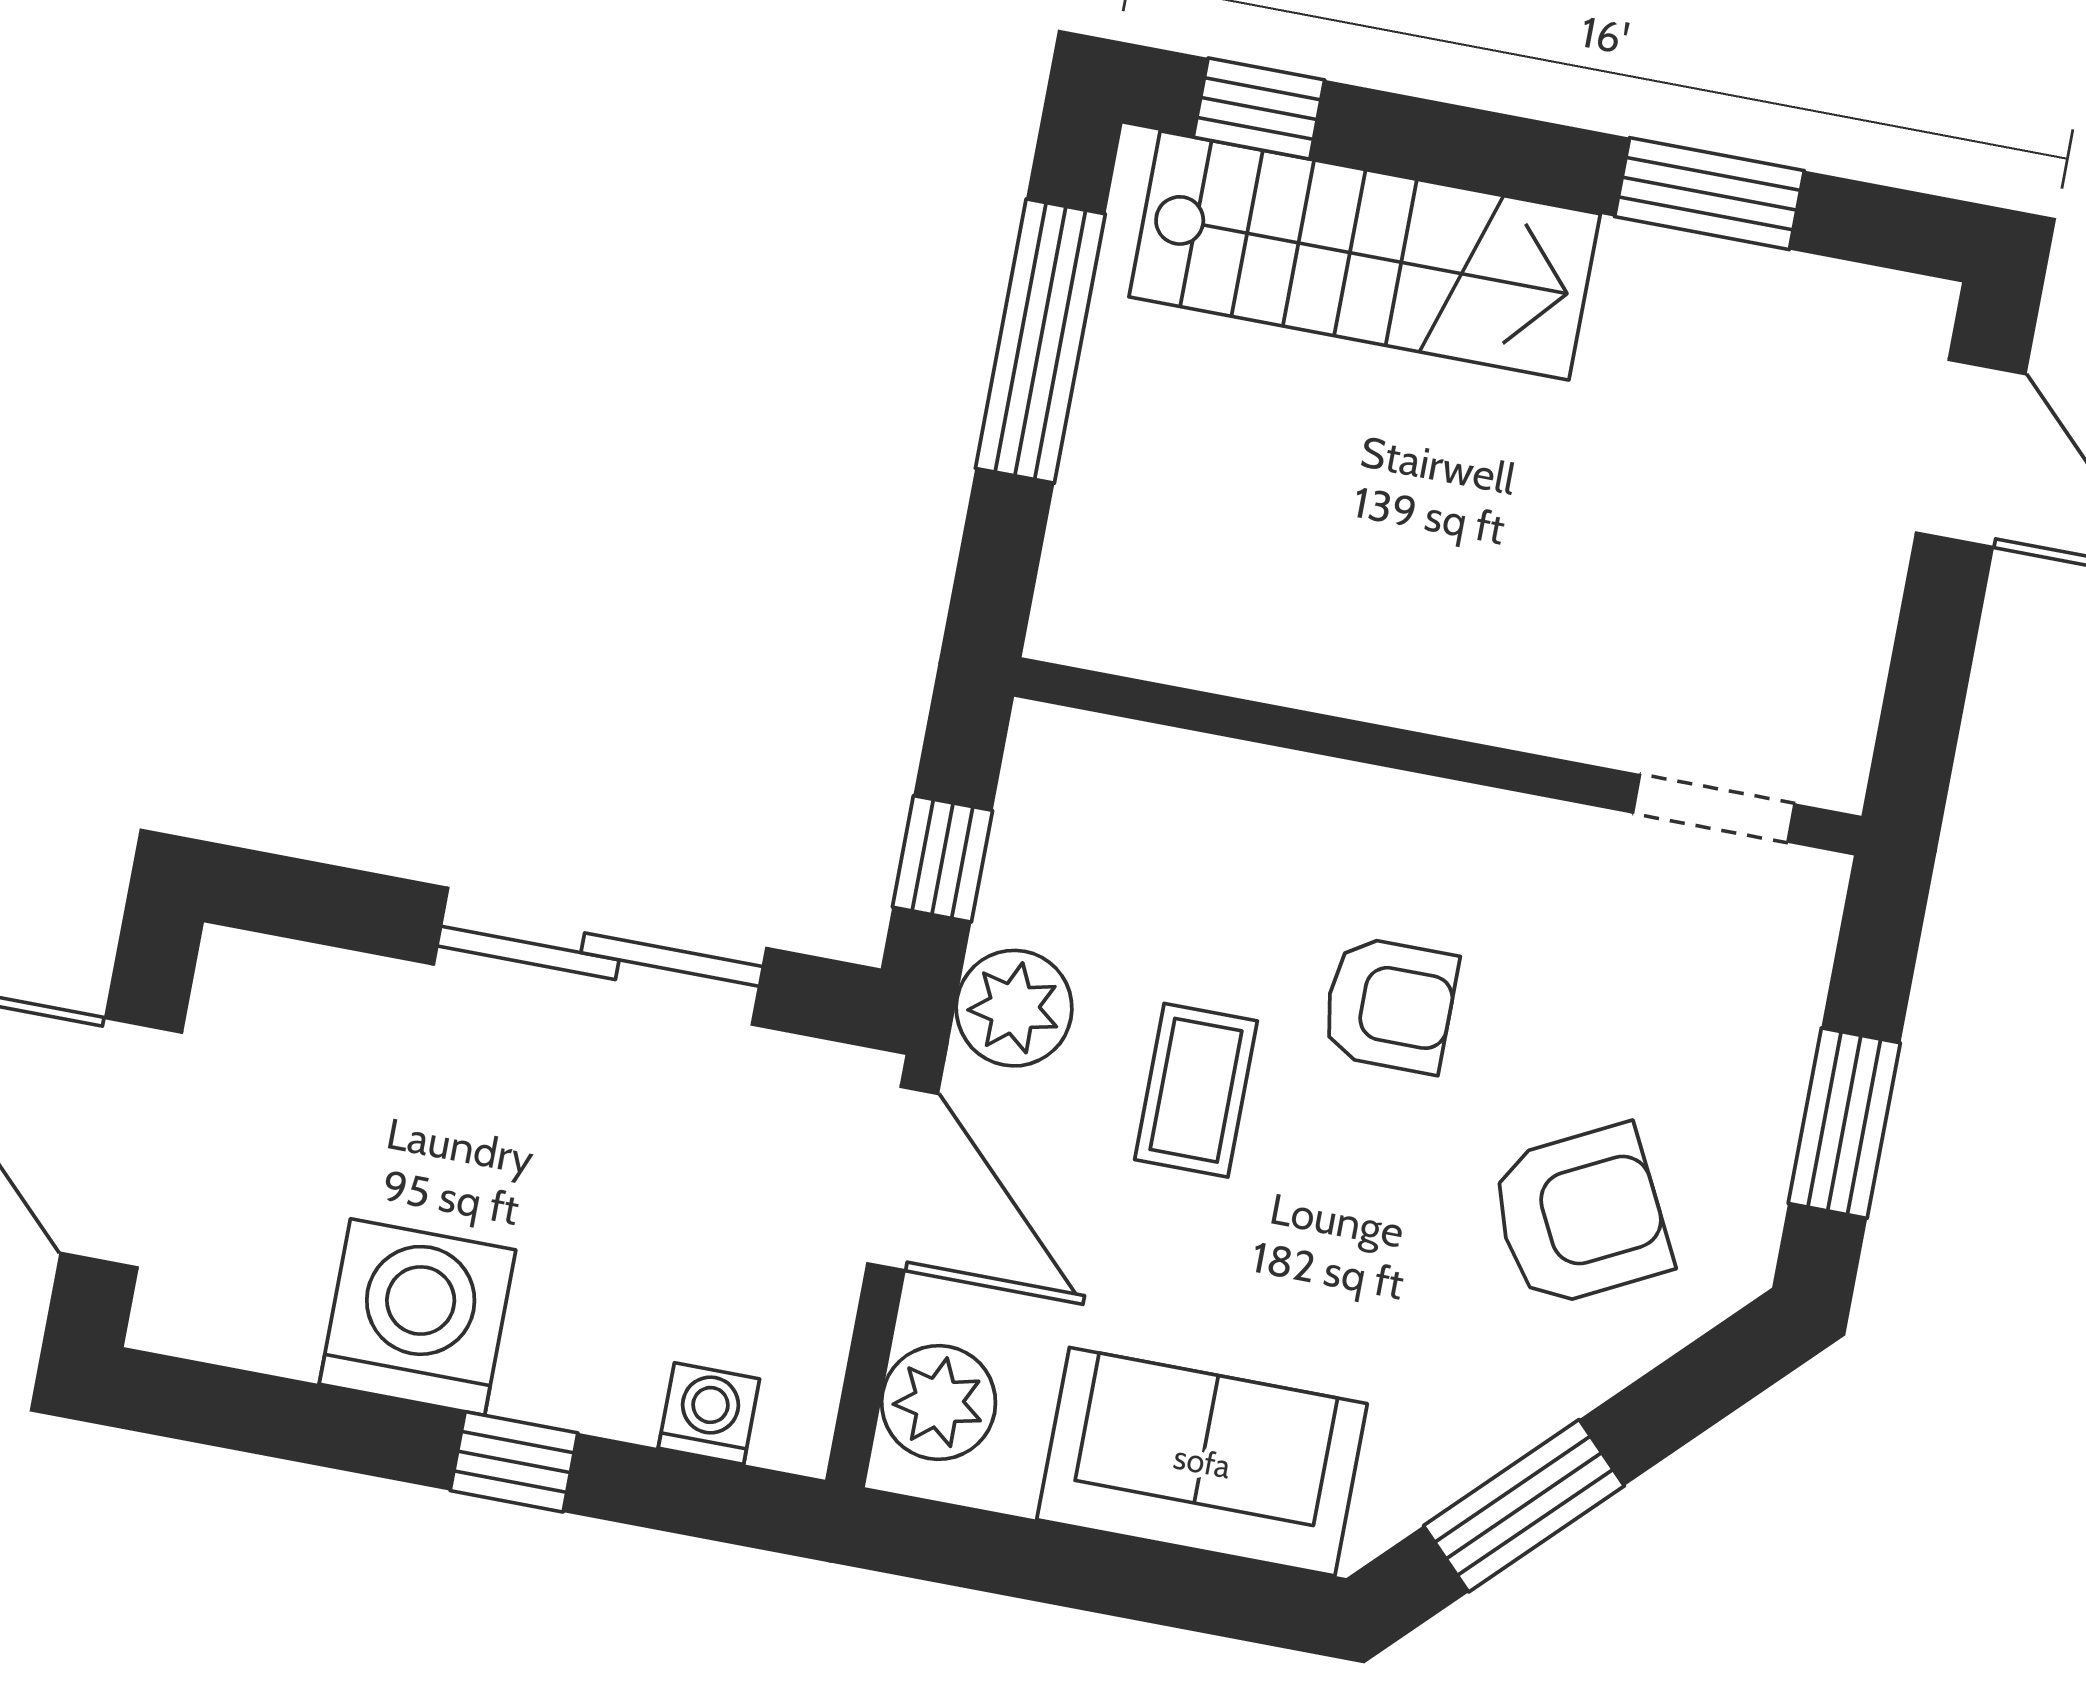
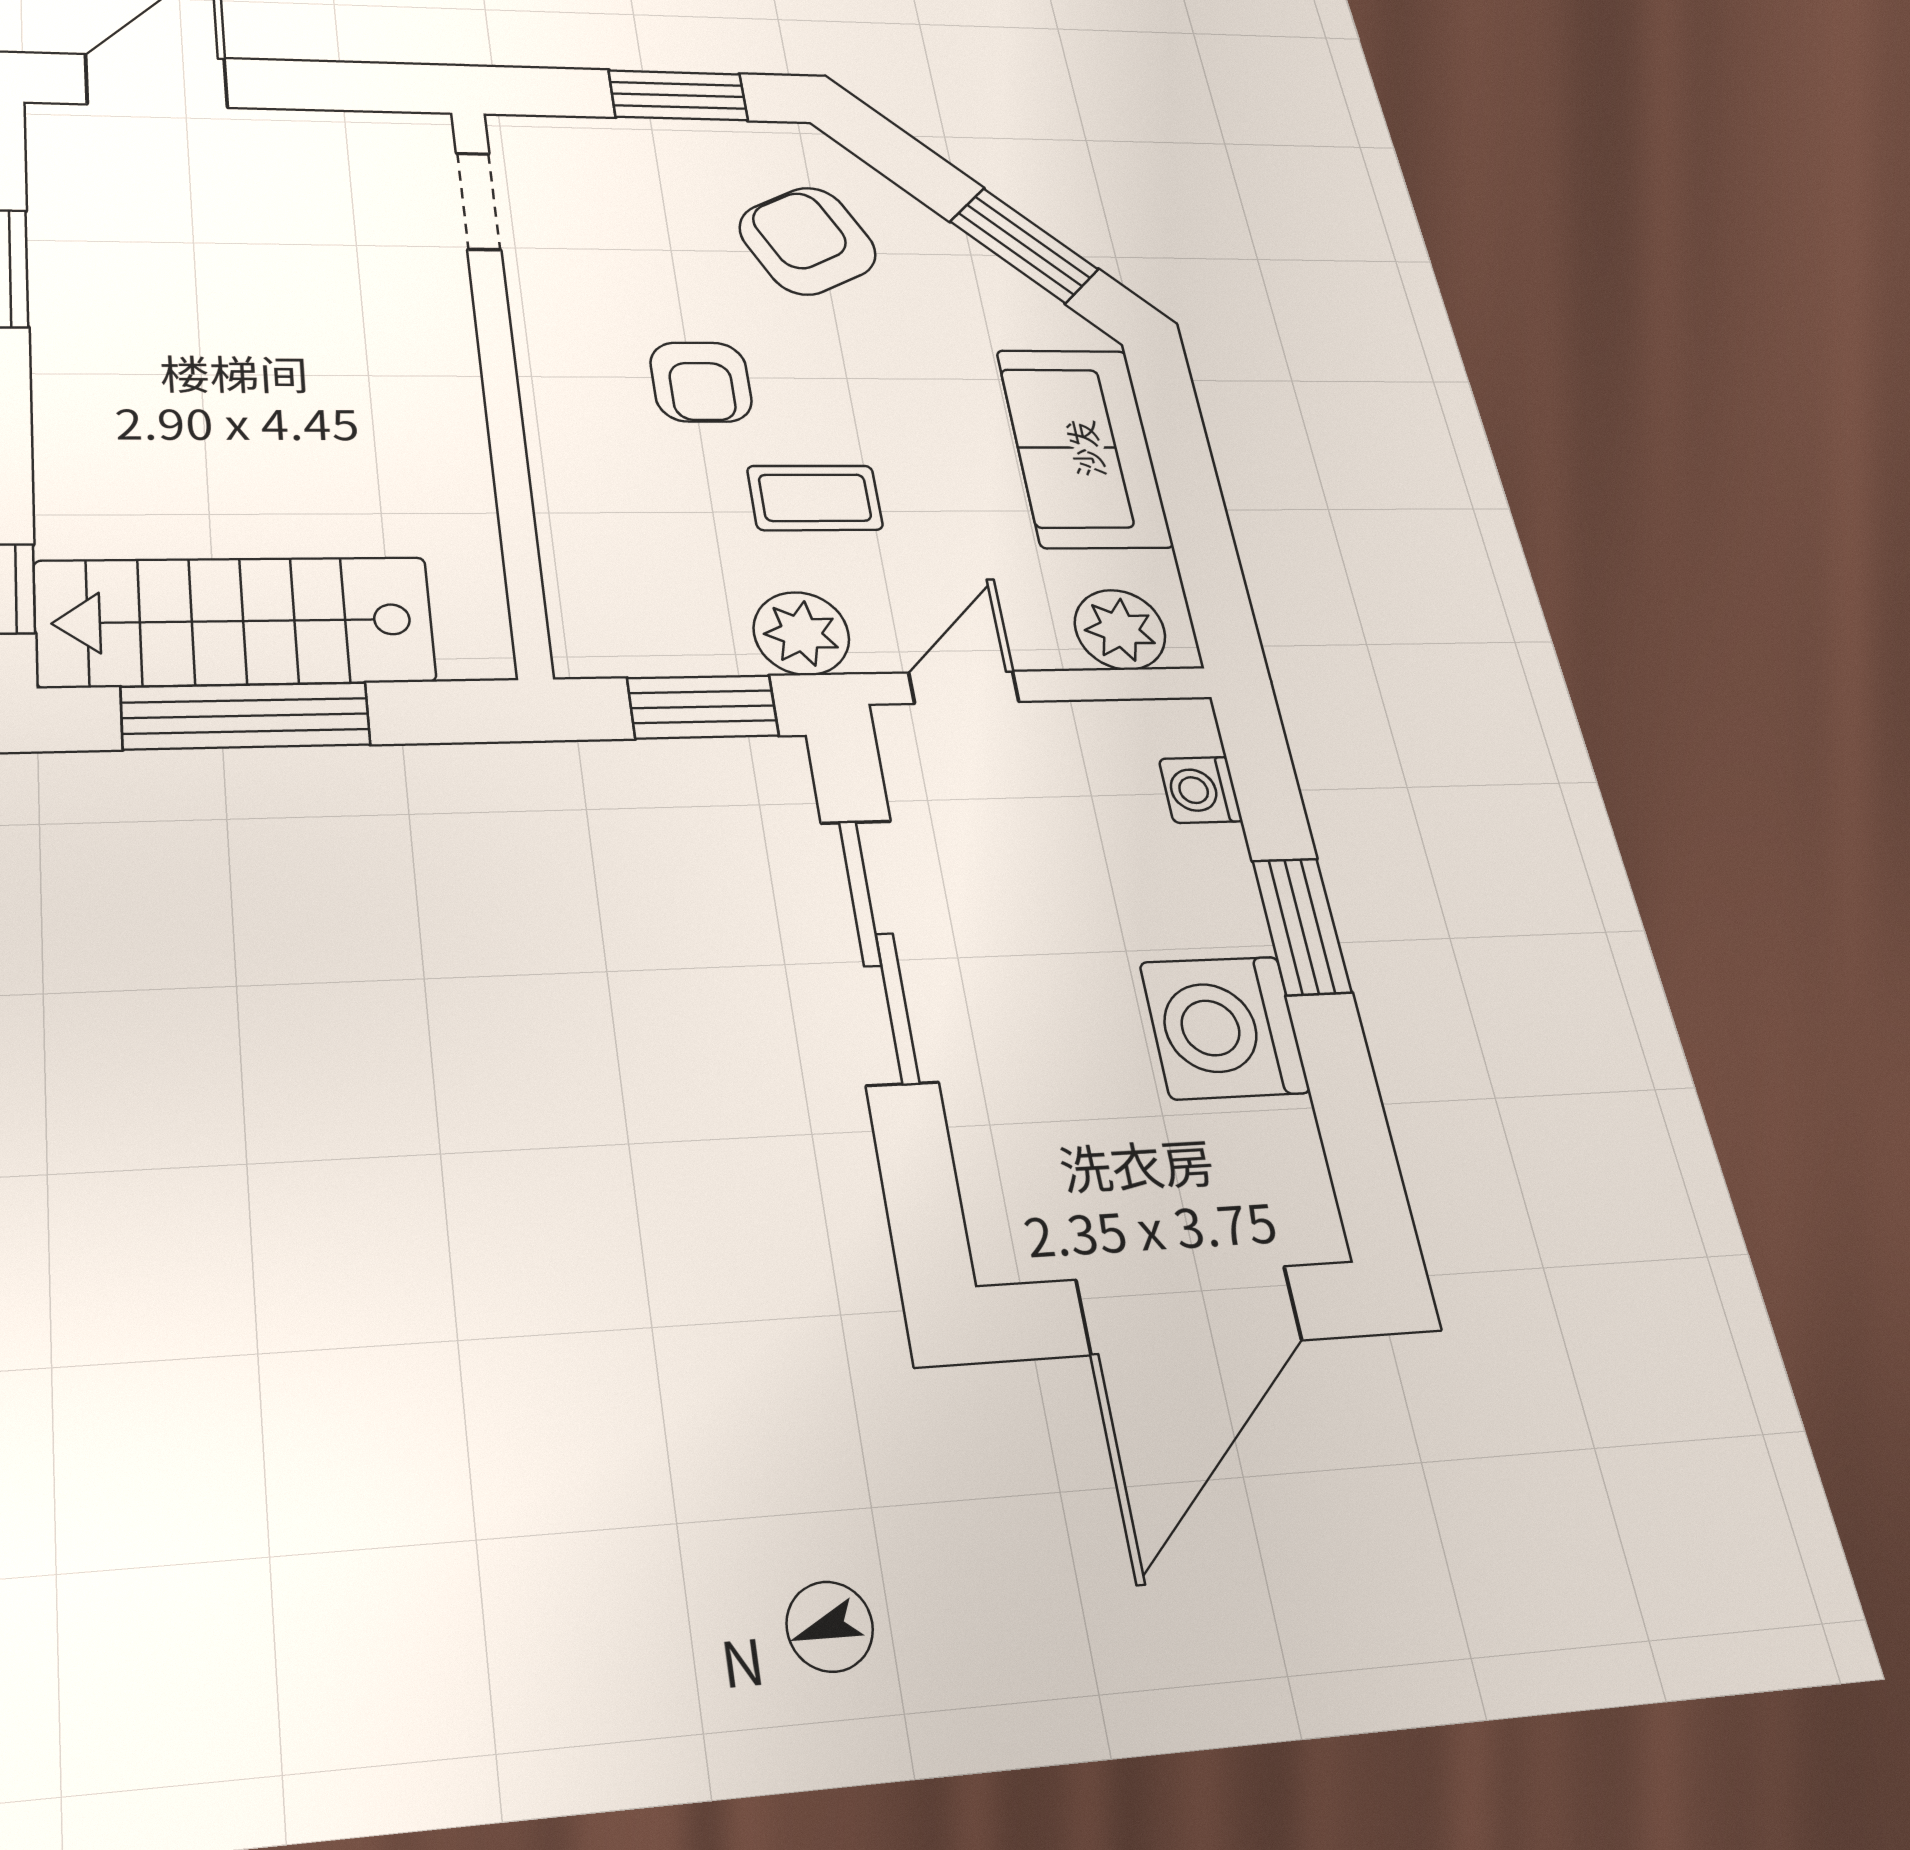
stairs: (1365, 255) -> (236, 621), moved, turned -90
window: (942, 859) -> (703, 707), width x1.50
armchair: (1389, 1005) -> (701, 382), turned 180
door: (903, 1179) -> (964, 687), width x0.73
window: (514, 1462) -> (1302, 926), width x1.50

